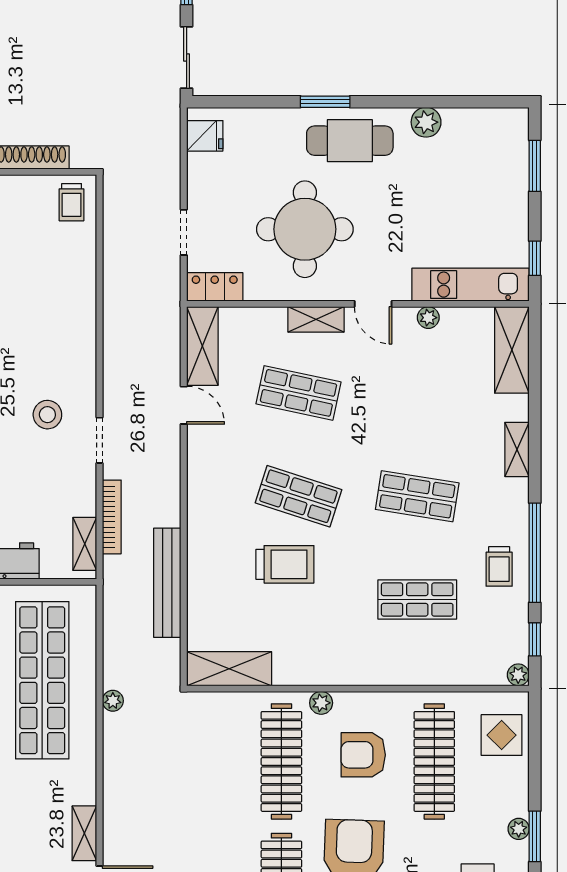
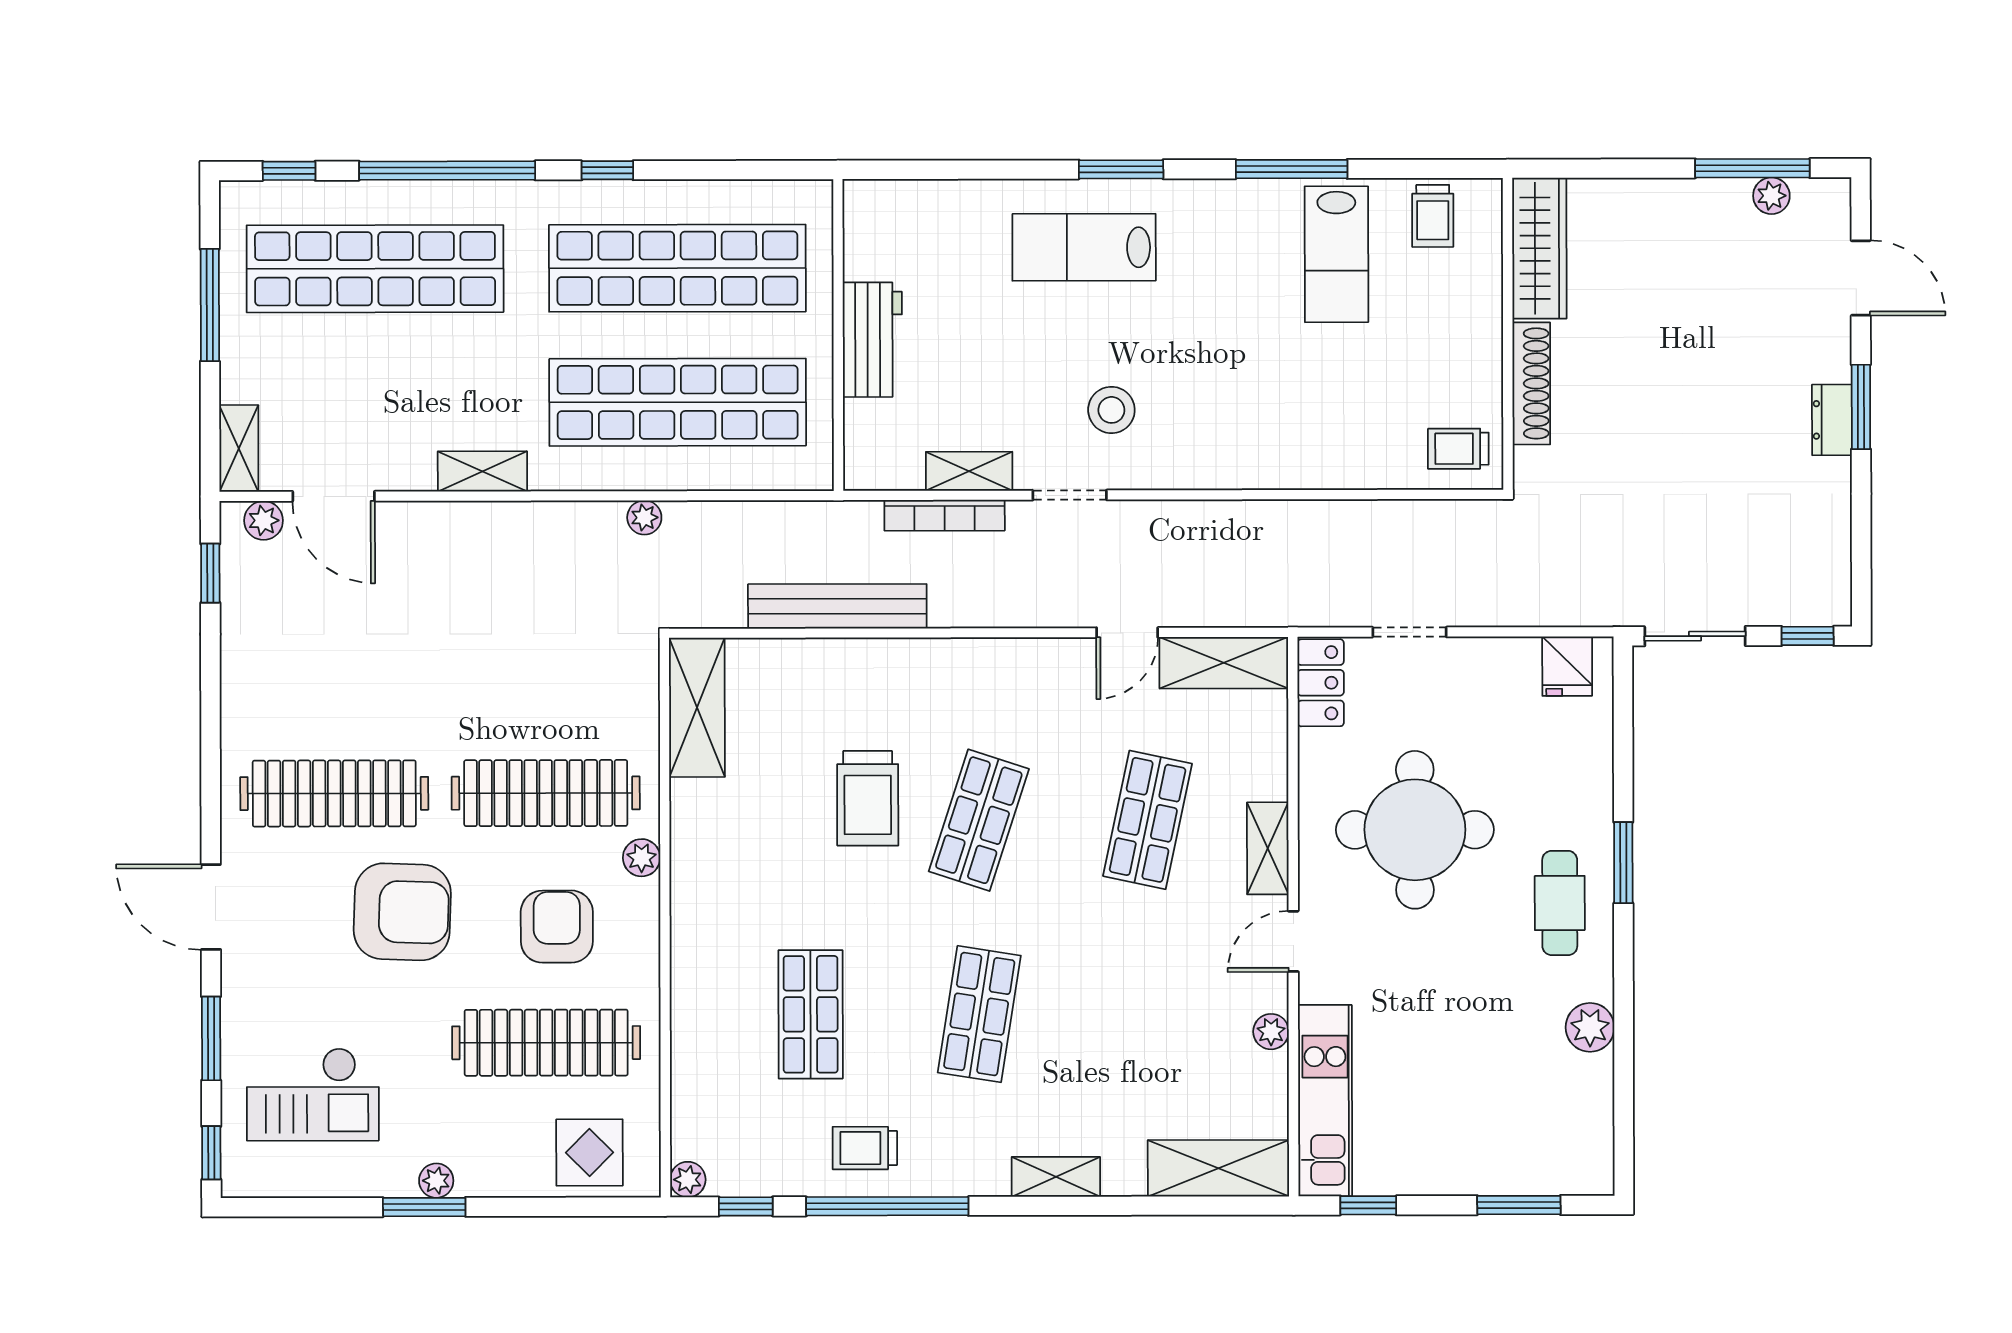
cafe table: (350, 141) -> (1560, 903), width x0.73, depth x0.74
shelving: (85, 544) -> (969, 471), moved
shelving: (84, 833) -> (482, 471), moved

